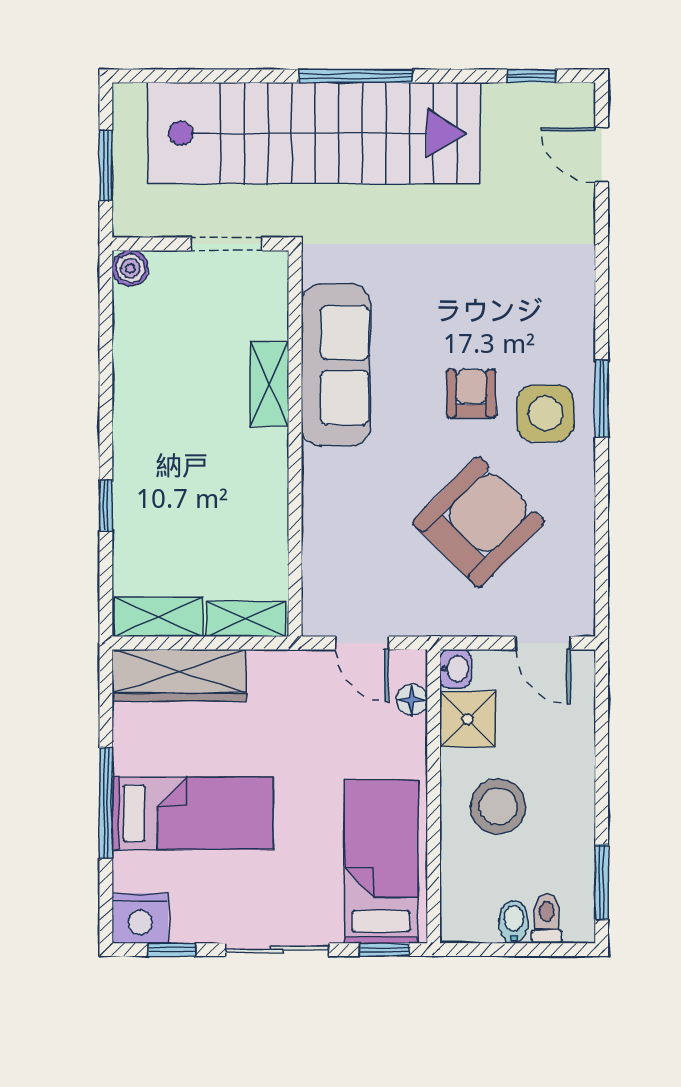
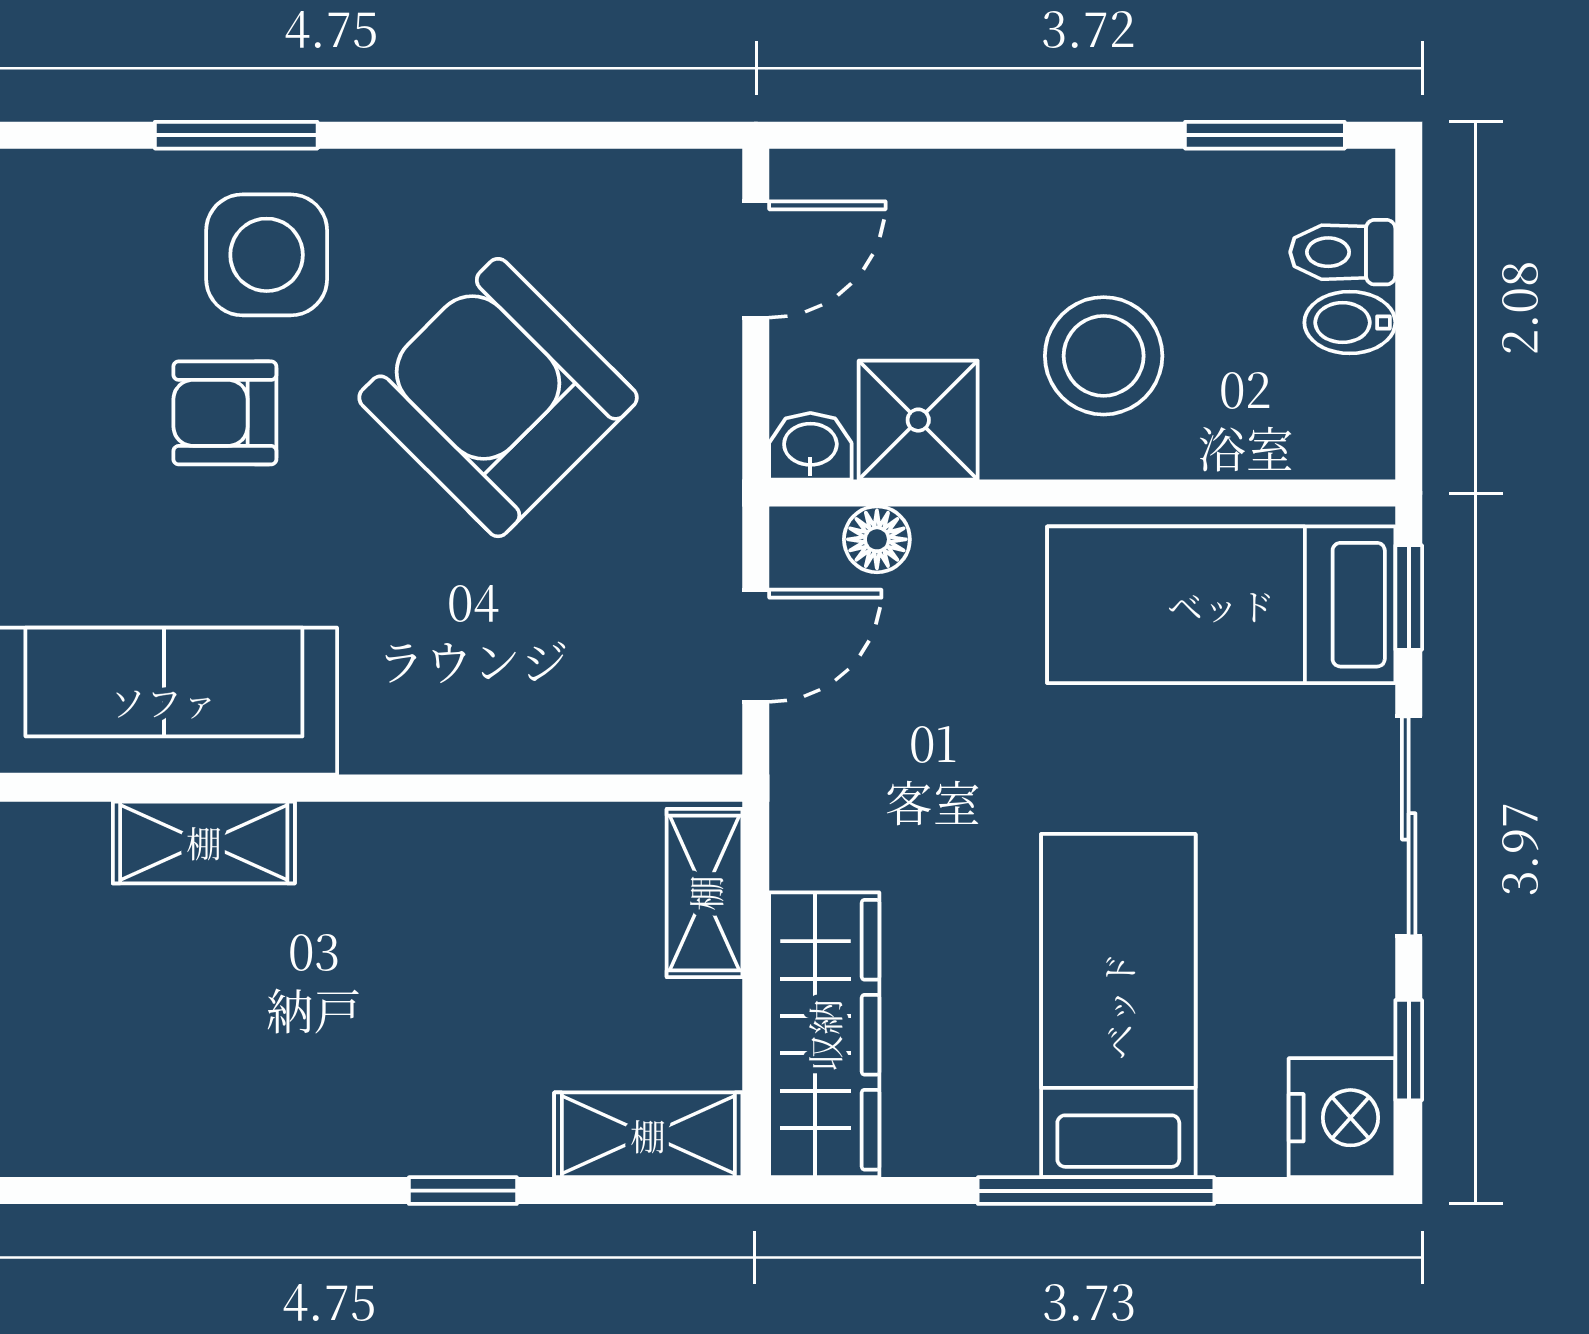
shelving: (159, 617) -> (648, 1135), moved, turned 90

